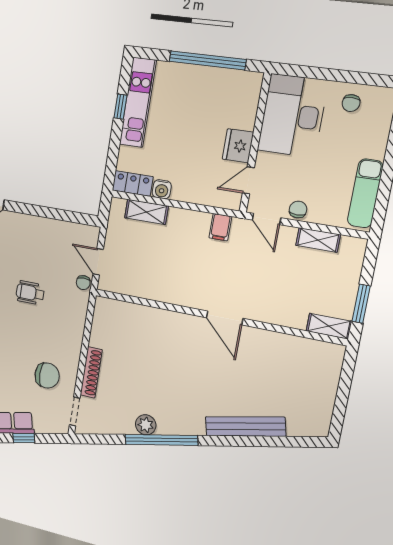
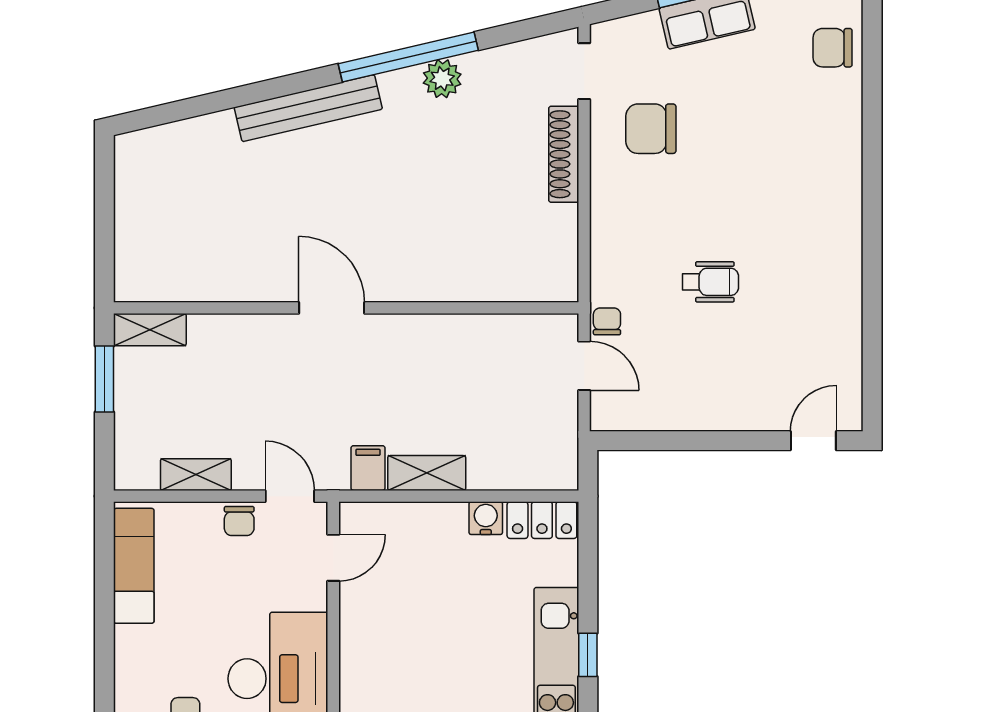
fridge: (238, 146) -> (362, 615), removed
shelving: (146, 212) -> (427, 473), moved
bench: (245, 426) -> (308, 108), moved

